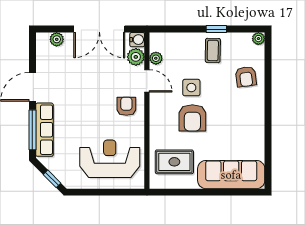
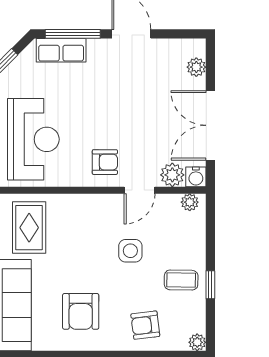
plant: (156, 58) -> (190, 202), moved
armchair: (192, 118) -> (81, 311), moved, turned -90
row of seats: (44, 130) -> (61, 50), width x0.68

